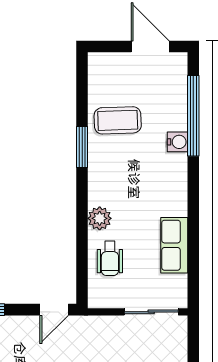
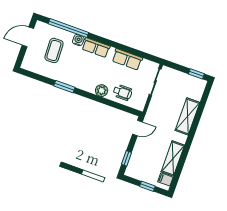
coffee table: (118, 120) -> (54, 50), moved
row of seats: (175, 180) -> (96, 48), added
door: (54, 310) -> (137, 128), hinge flipped

